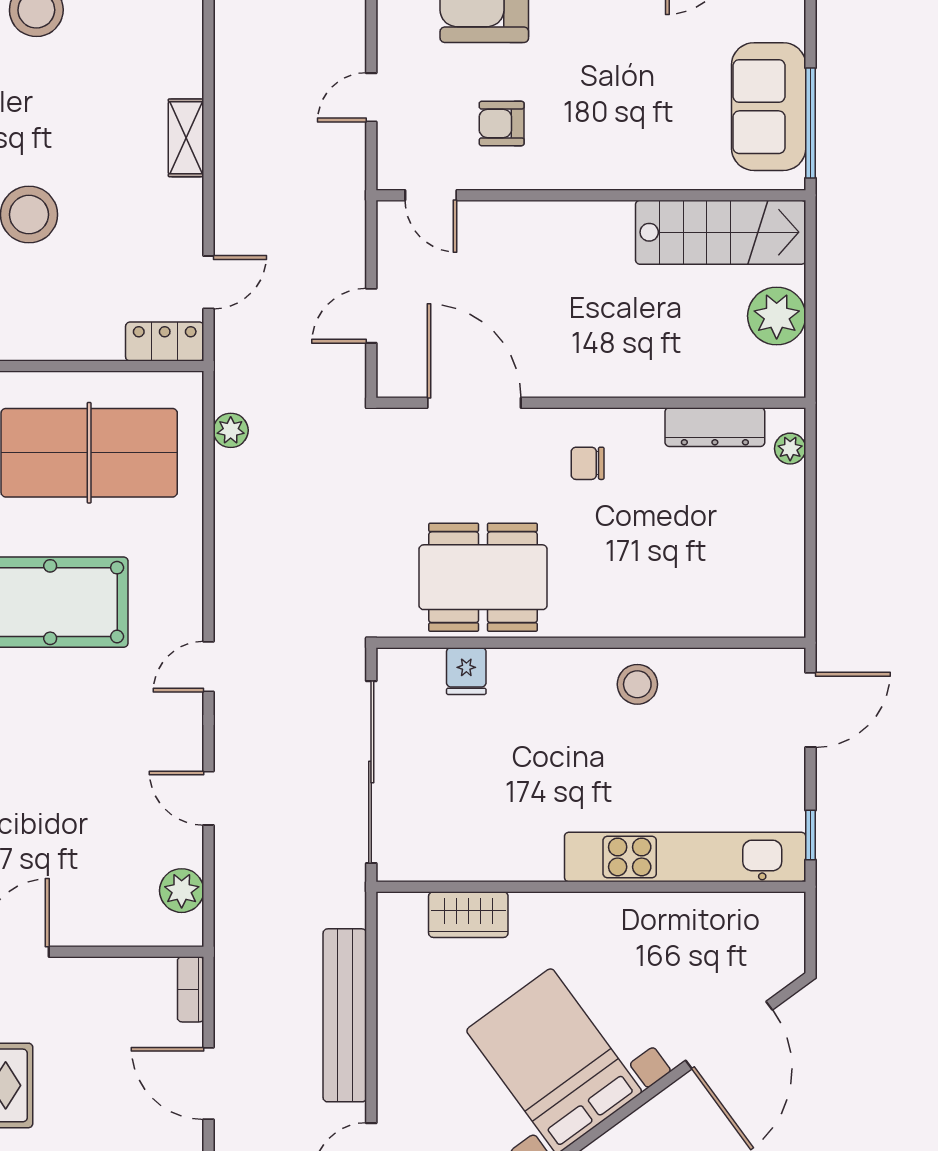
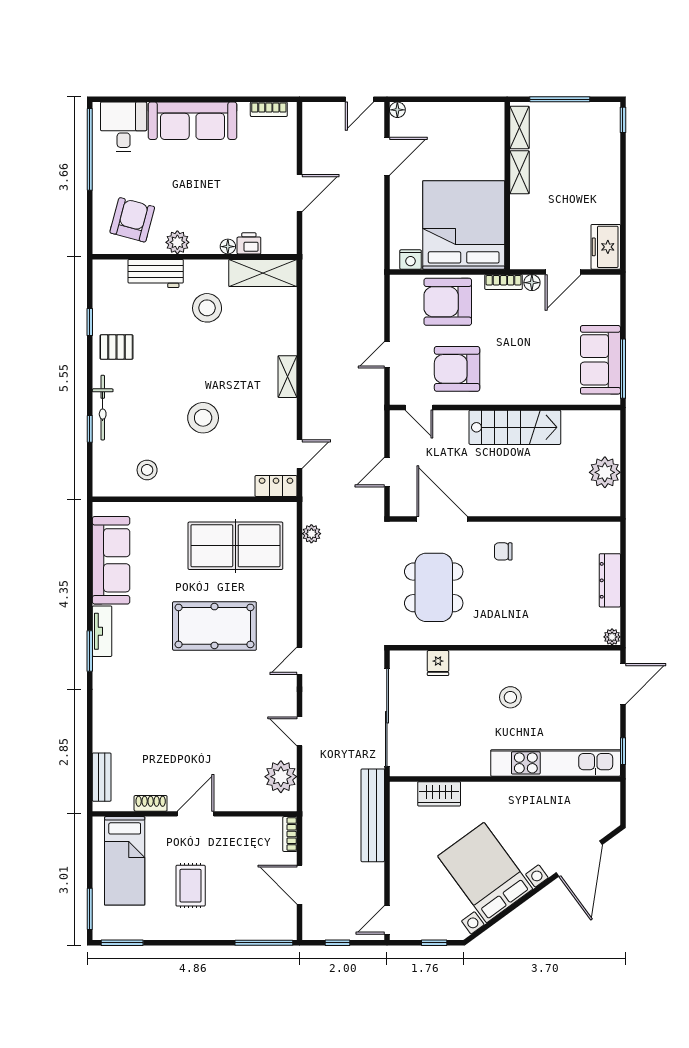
armchair: (502, 123) -> (457, 369), width x1.88, depth x1.88
stairs: (721, 232) -> (515, 427), moved
dresser: (715, 427) -> (610, 580), moved, turned 90
plant: (790, 449) -> (612, 637), moved
dining table: (483, 577) -> (434, 587), moved, turned 90
stool: (637, 684) -> (510, 697), moved
plant: (182, 891) -> (281, 777), width x1.36, depth x1.36
bench: (345, 1015) -> (373, 815), moved

